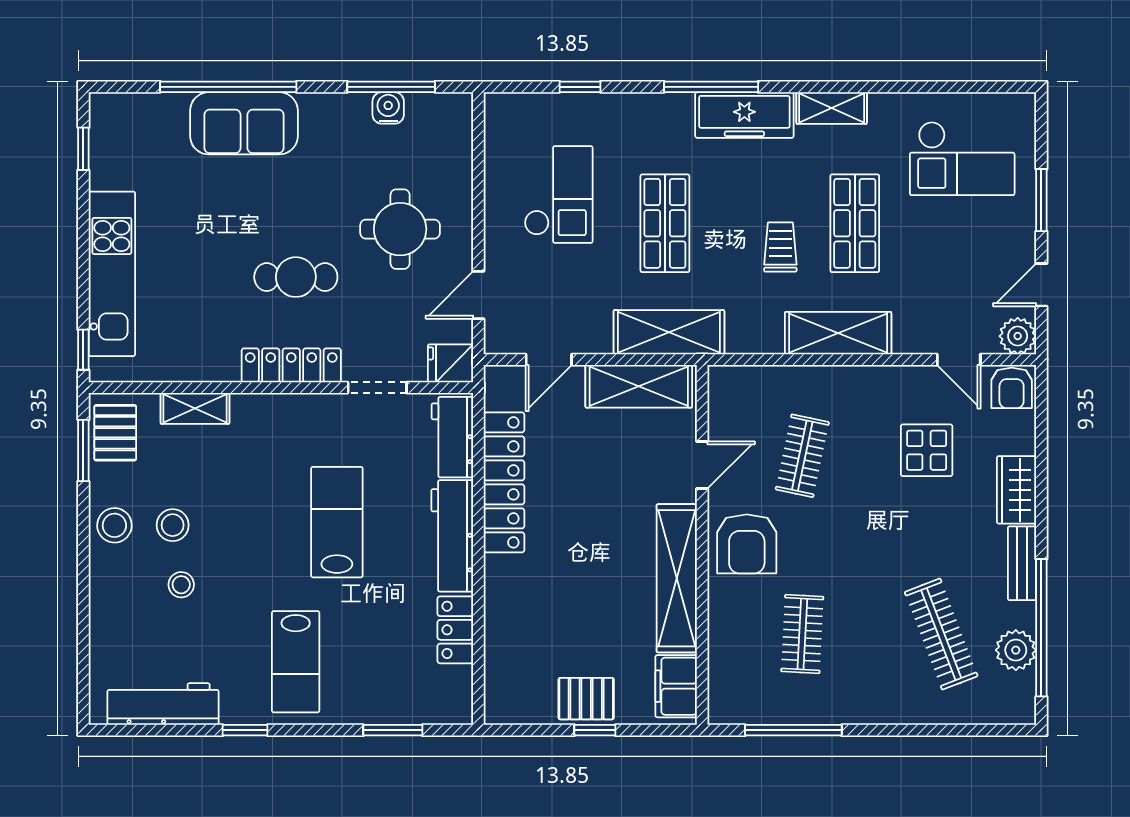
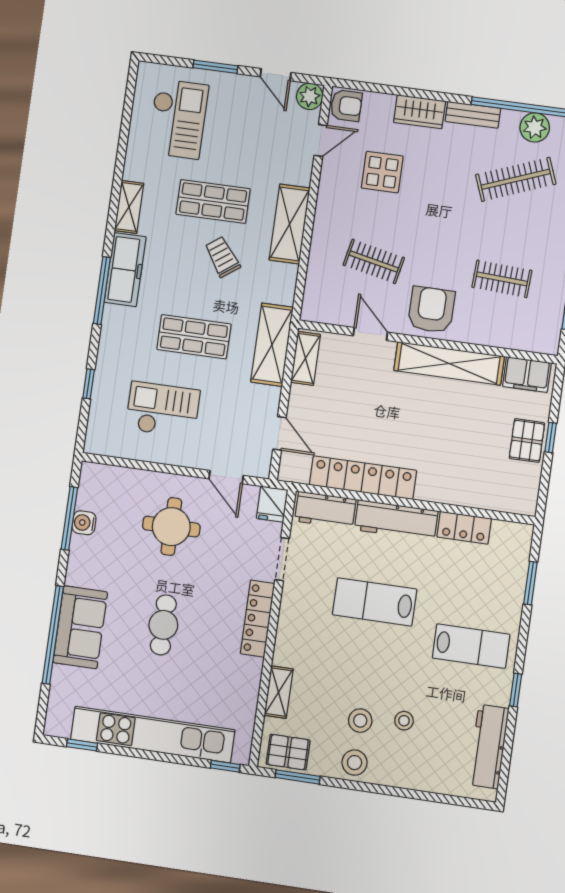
trolley: (780, 247) -> (222, 257), turned 54
kitchen unit: (112, 274) -> (153, 735), width x1.36
cafe table: (296, 277) -> (163, 625), moved
shelving: (639, 386) -> (305, 358), width x0.67, depth x0.75
armchair: (747, 544) -> (431, 310), turned -90

